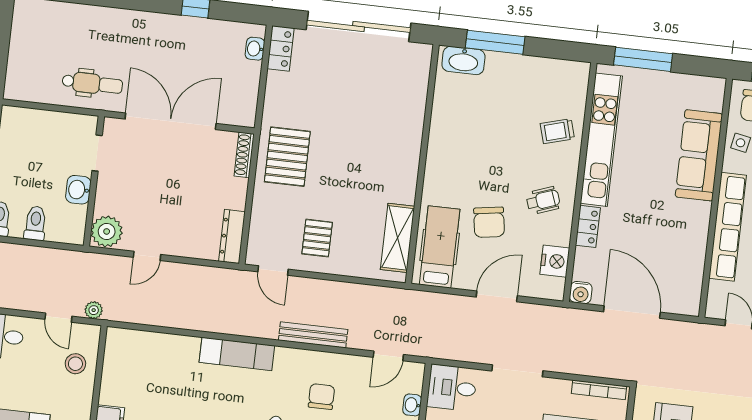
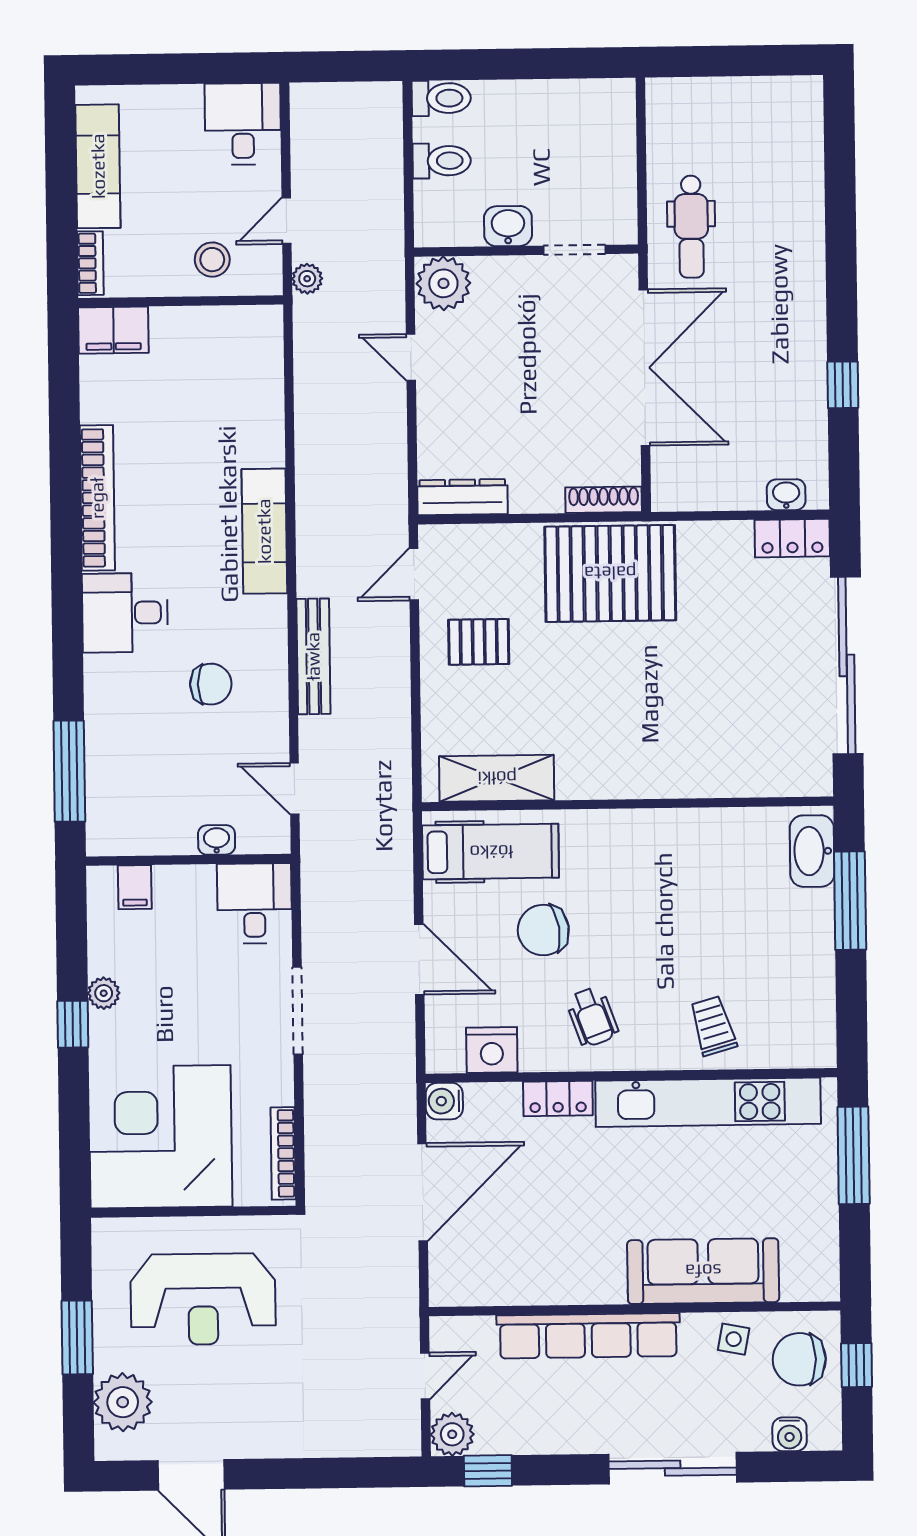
pallet: (287, 157) -> (610, 573), width x1.37, depth x1.41

